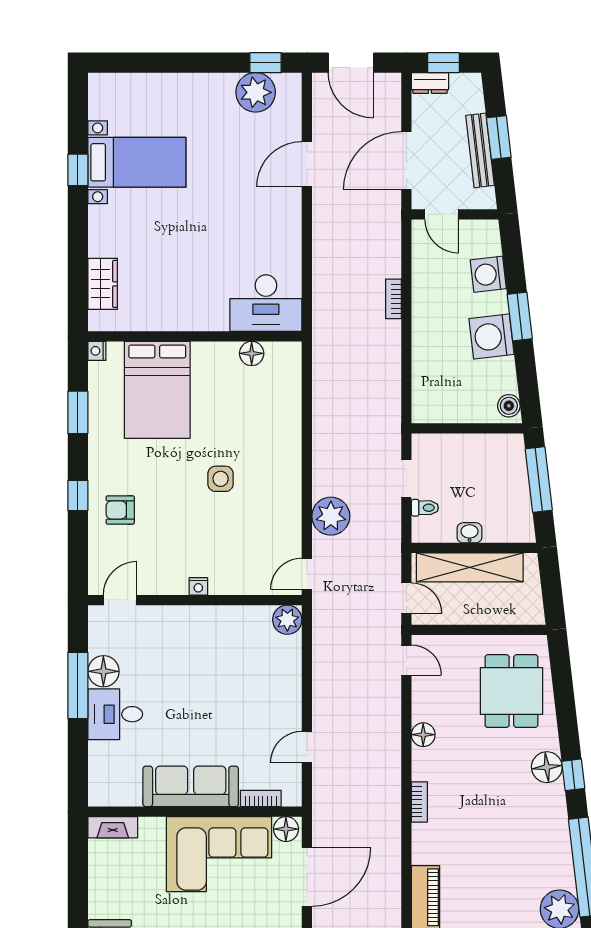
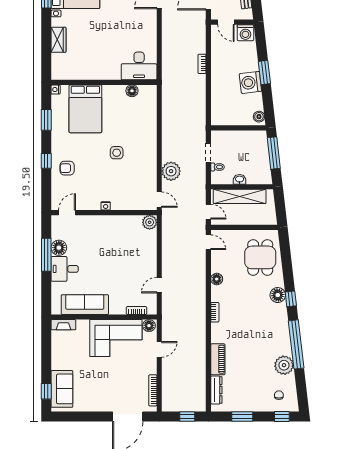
washing machine: (488, 274) -> (245, 33), moved, turned -83
wardrobe: (103, 284) -> (58, 40), moved
door: (307, 574) -> (159, 200), swing flipped
sofa: (191, 786) -> (85, 305), moved
door: (307, 877) -> (159, 349), width x0.53

